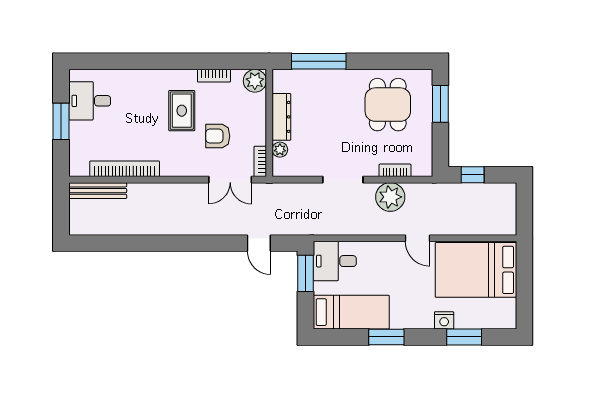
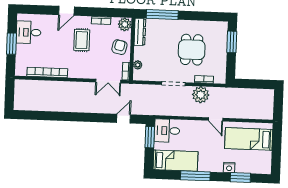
door: (154, 61) -> (66, 11), added
dining table: (388, 105) -> (192, 50), moved
dresser: (281, 117) -> (140, 32), moved
armchair: (218, 136) -> (119, 47), moved, turned 102
window: (473, 175) -> (249, 84), removed
bench: (98, 191) -> (31, 85), removed
door: (259, 243) -> (124, 119), swing flipped
bed: (476, 270) -> (249, 139), width x0.67
window: (386, 337) -> (195, 176), width x1.44

